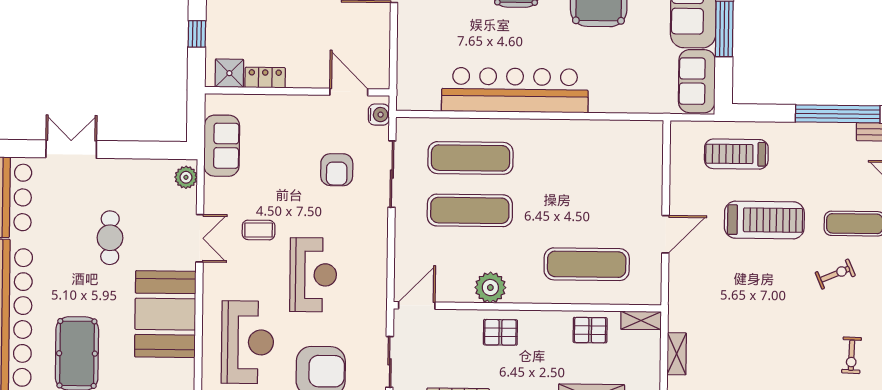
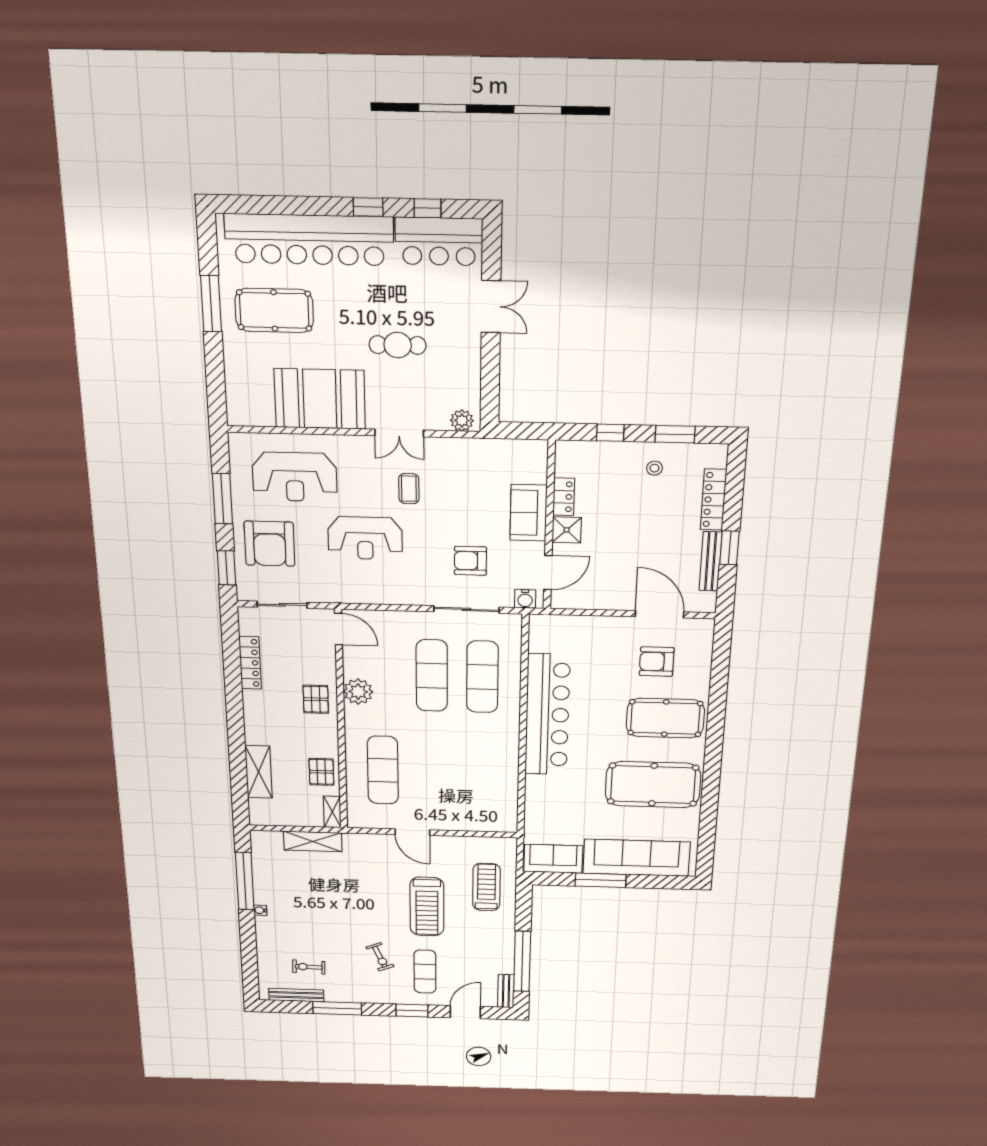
shower: (229, 73) -> (567, 530), moved
sofa: (222, 146) -> (529, 513), moved, turned 90
shelving: (677, 354) -> (313, 841), width x1.50, depth x1.33

